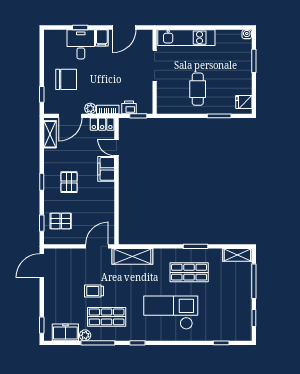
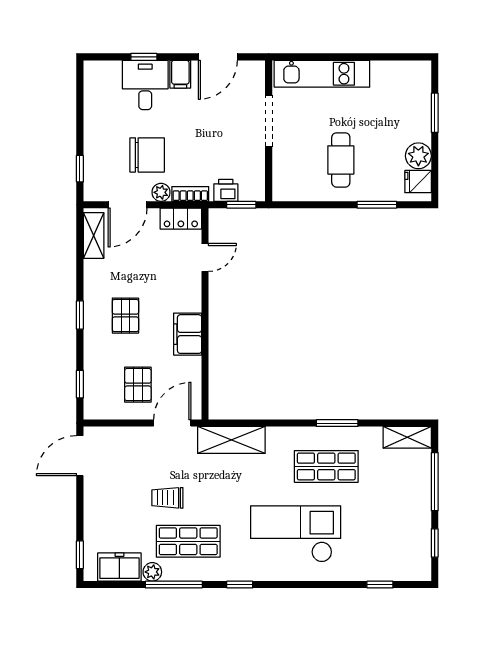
water cooler: (247, 34) -> (423, 68), removed
chair: (66, 79) -> (147, 155), moved
plant: (244, 87) -> (418, 156), added
door: (117, 147) -> (205, 257), swing flipped
filing cabinet: (106, 169) -> (188, 334), moved
pallet: (61, 221) -> (138, 385), moved, turned 90

